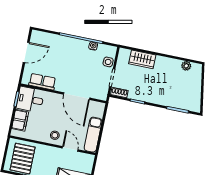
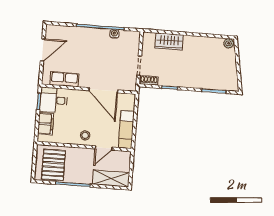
side table: (108, 62) -> (133, 49), removed
plant: (186, 66) -> (229, 43), moved
door: (70, 149) -> (104, 148), swing flipped

